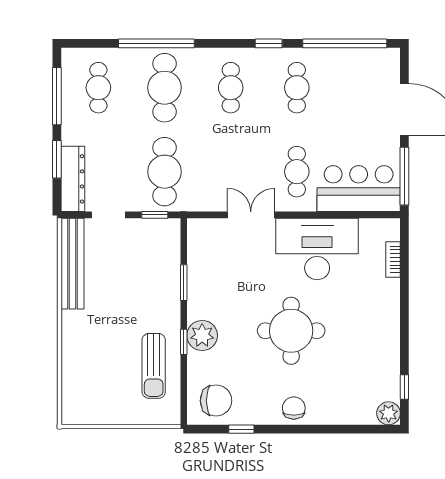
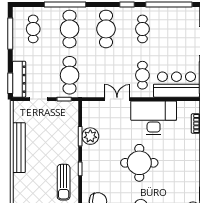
cafe table: (231, 88) -> (106, 29), width x1.37, depth x1.35
window: (57, 159) -> (10, 83), moved
bench: (73, 264) -> (19, 148), moved
plant: (202, 335) -> (90, 136), moved

